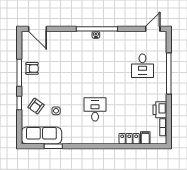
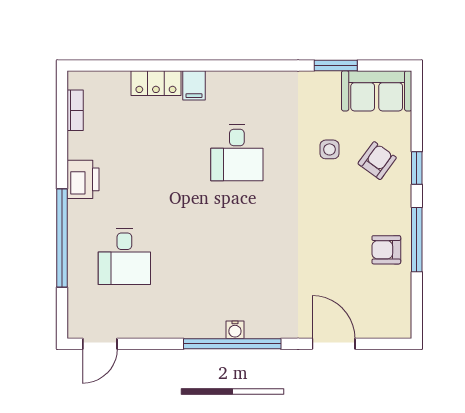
door: (38, 29) -> (334, 344), moved
desk: (142, 66) -> (124, 256), turned 180
printer: (160, 110) -> (83, 179), moved
sofa: (41, 135) -> (377, 91), width x0.73
filing cabinet: (145, 138) -> (194, 85), moved

